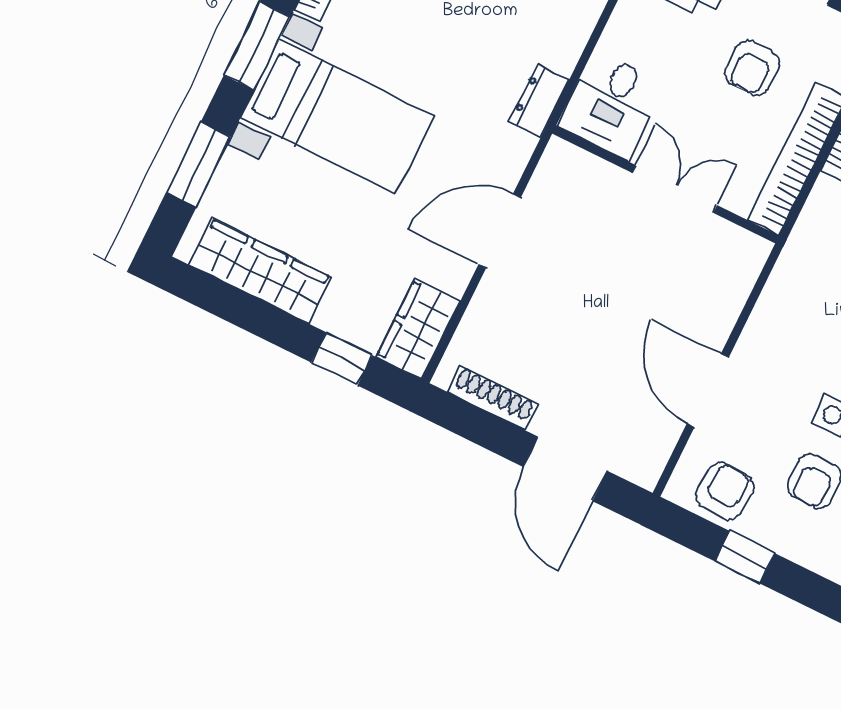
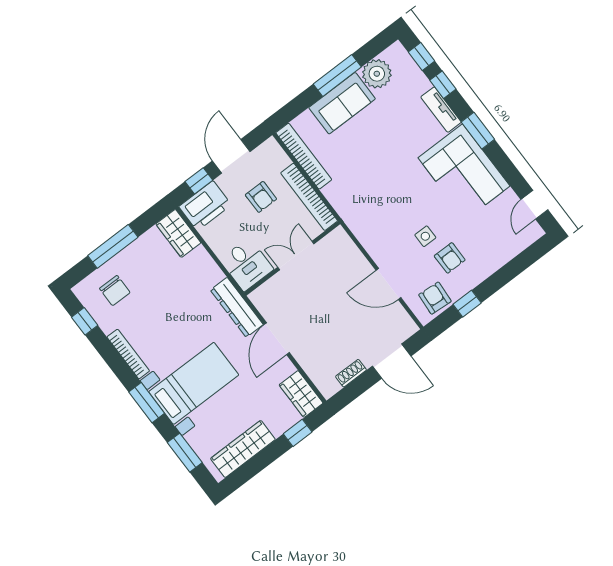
dresser: (539, 100) -> (237, 307), width x1.96, depth x1.24
shoe rack: (493, 398) -> (351, 373), width x0.70

